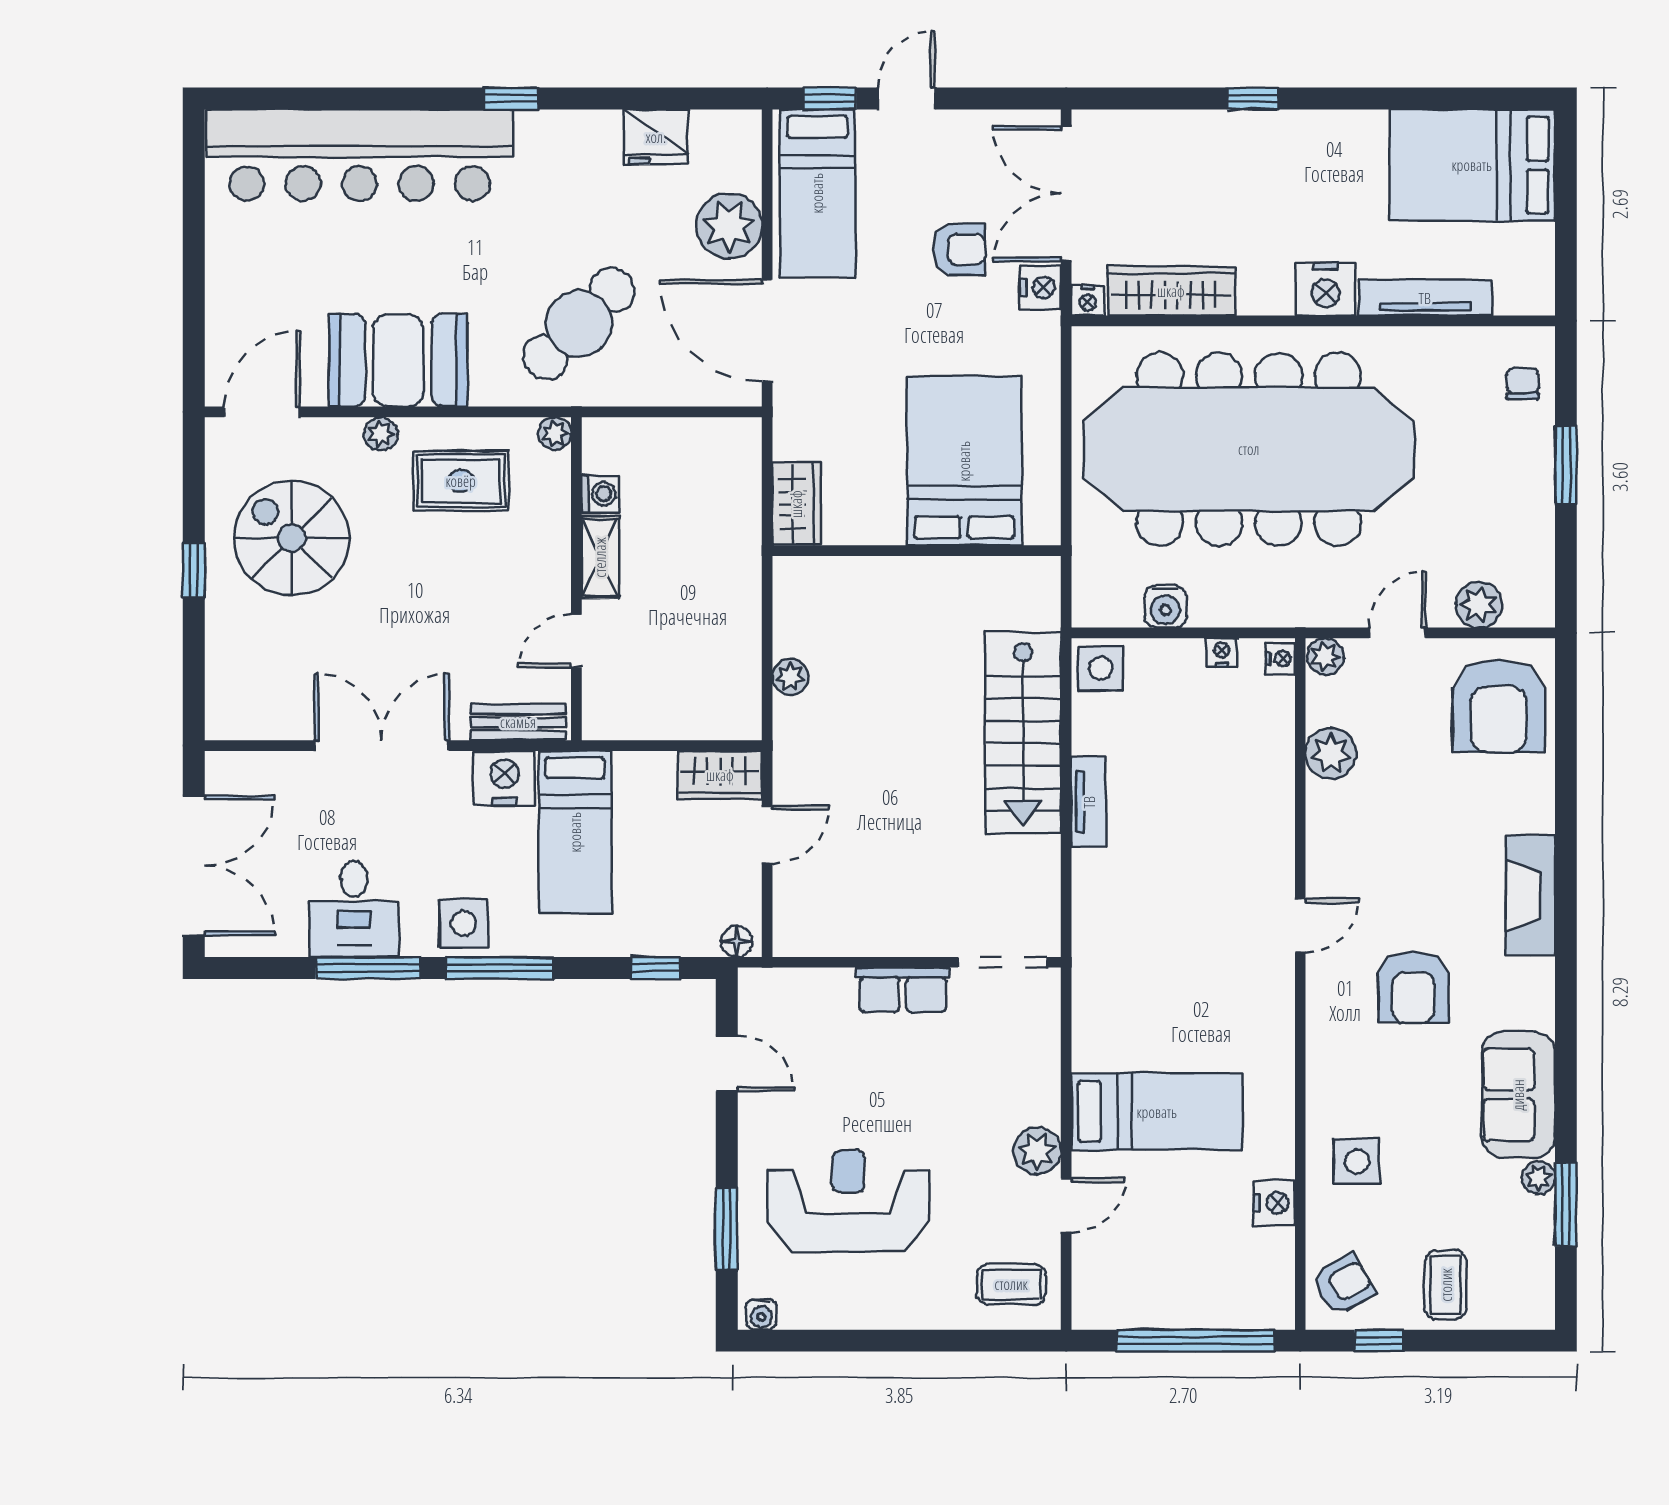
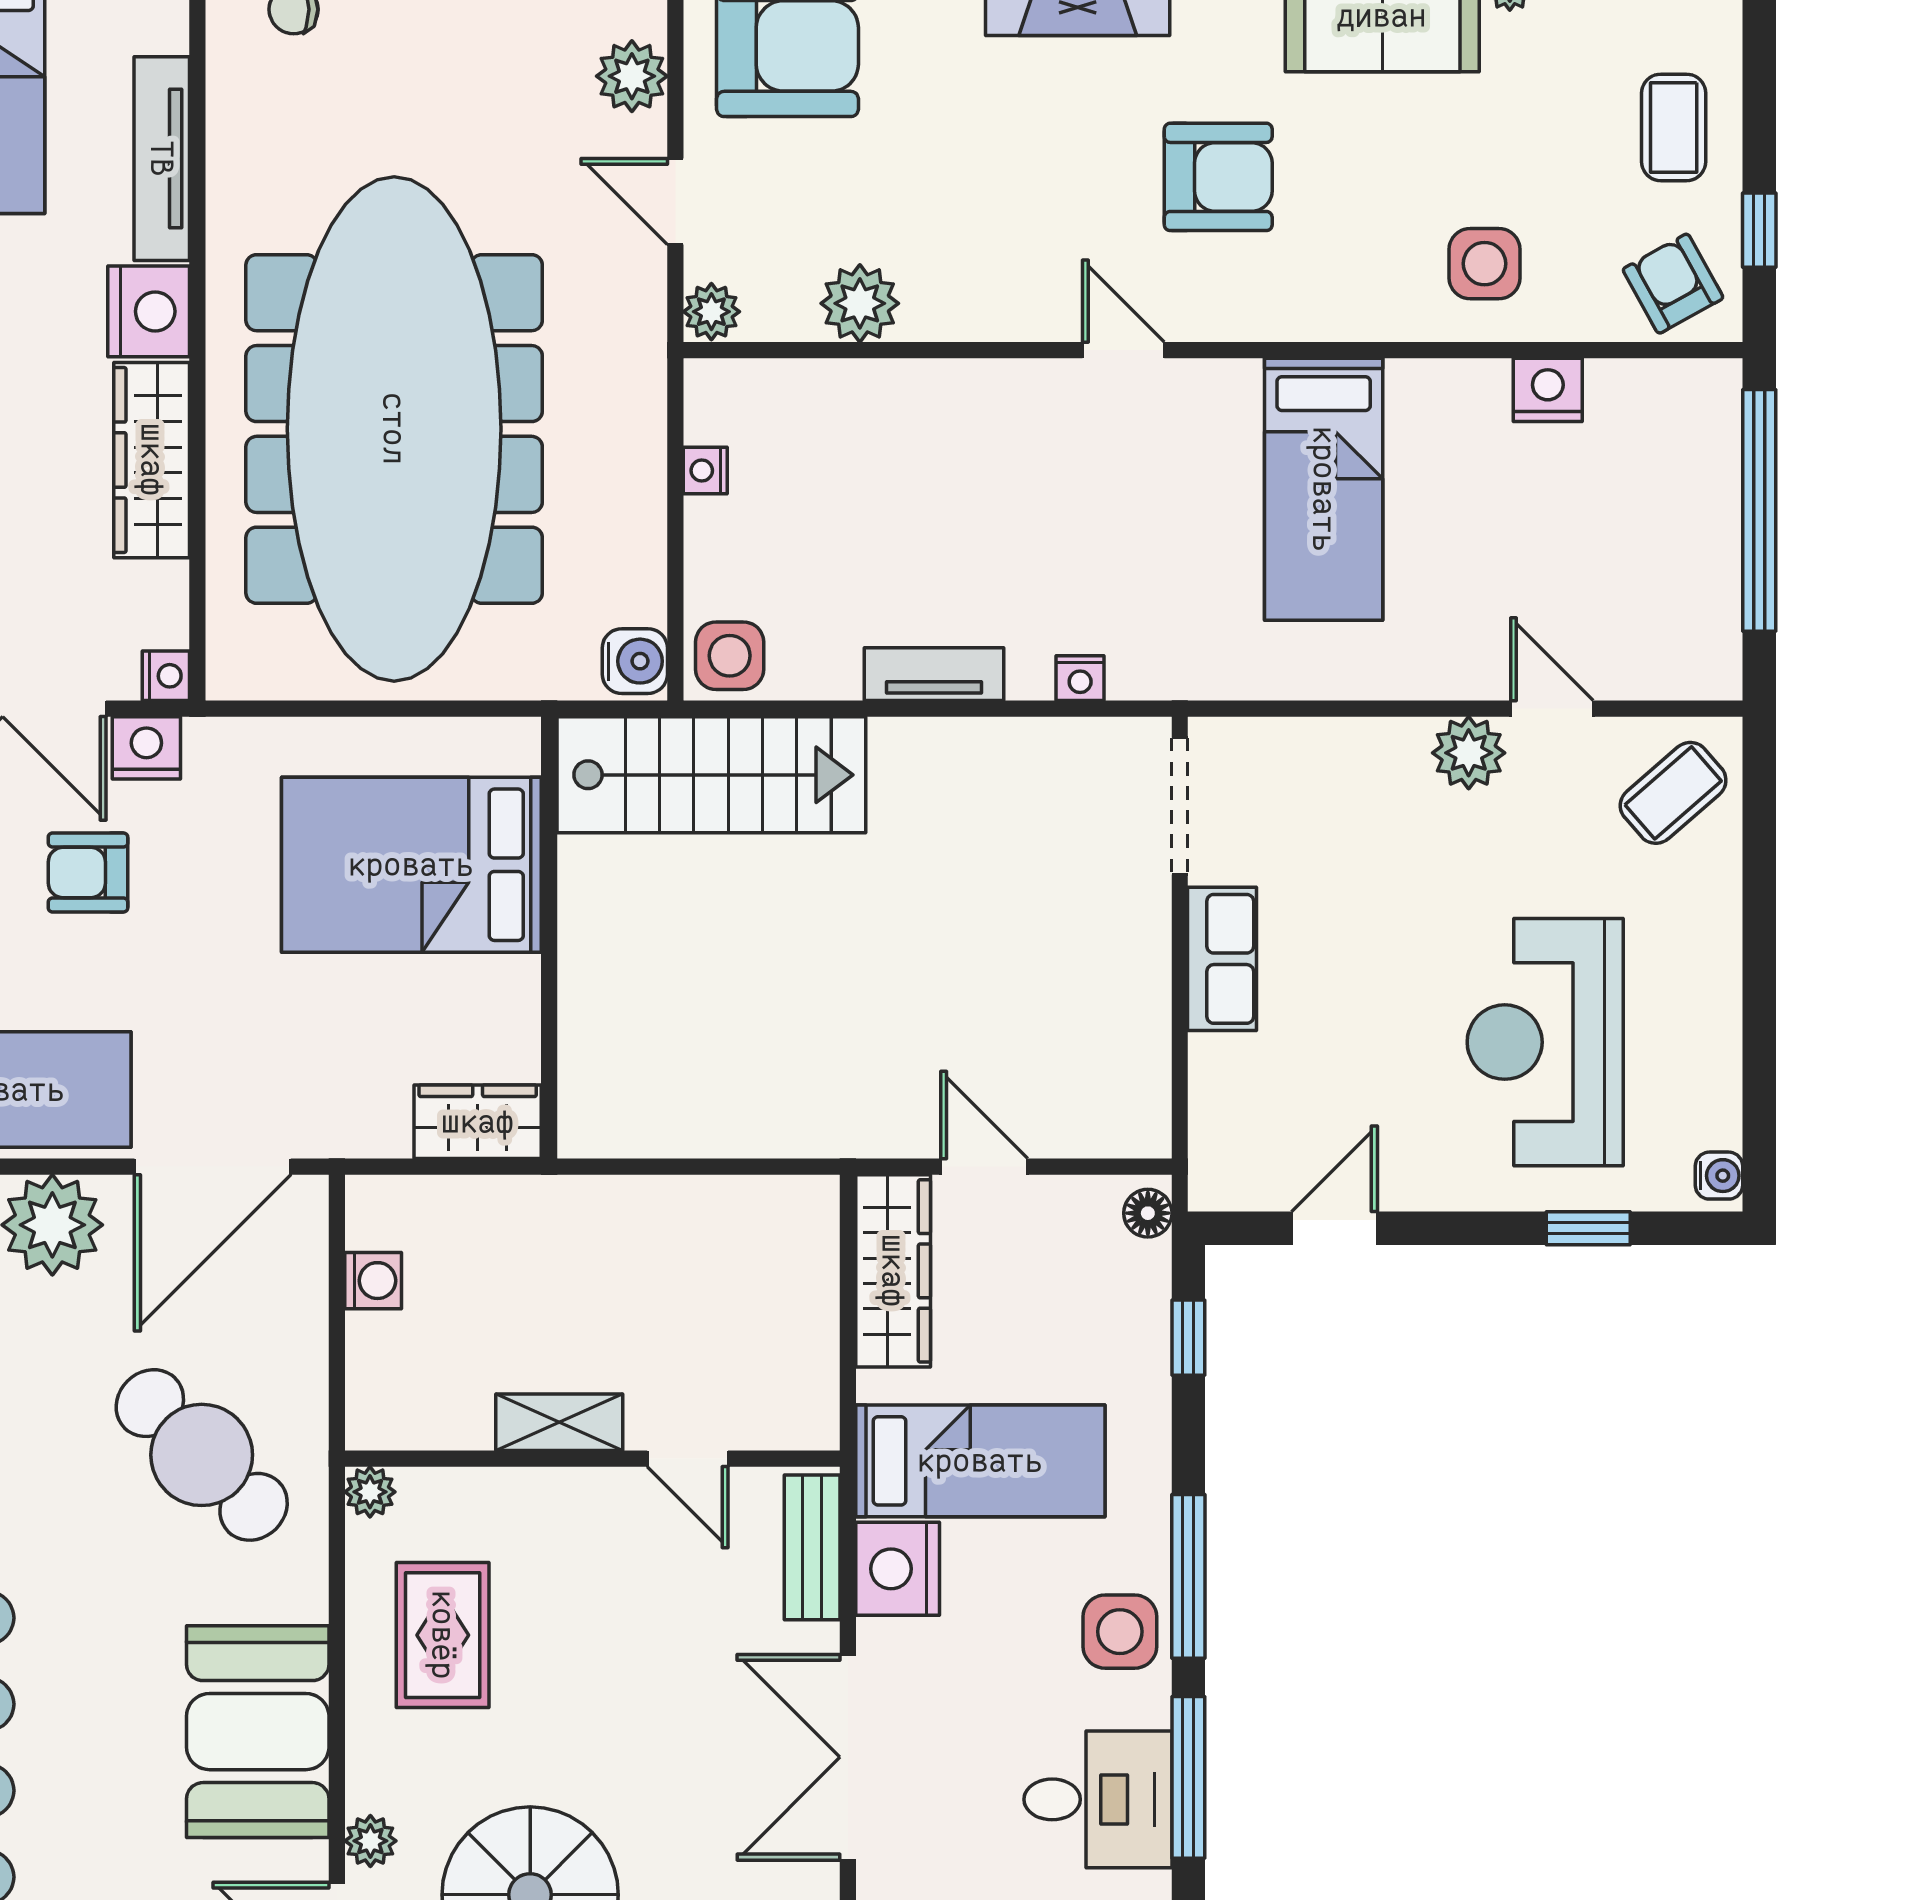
armchair: (959, 249) -> (88, 873), turned -90
wardrobe: (1171, 291) -> (152, 460), moved
plant: (381, 434) -> (370, 1841), moved
washing machine: (600, 494) -> (373, 1281), moved, turned 90
water cooler: (1165, 606) -> (635, 661), moved
nightstand: (1280, 659) -> (1080, 678), moved, turned 180
plant: (790, 677) -> (742, 1131), removed
stairs: (1023, 733) -> (711, 775), moved
wardrobe: (720, 775) -> (893, 1271), width x1.50
bed: (1157, 1112) -> (1324, 489), moved, turned 180
window: (727, 1229) -> (1588, 1228), width x0.67
coffee table: (1011, 1284) -> (1673, 793), turned 49
coffee table: (1446, 1285) -> (1674, 127), turned 90

